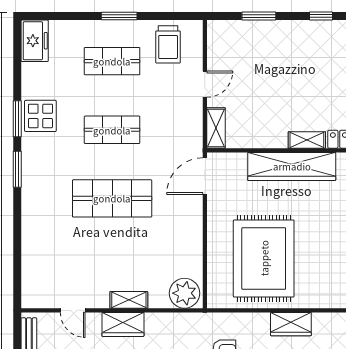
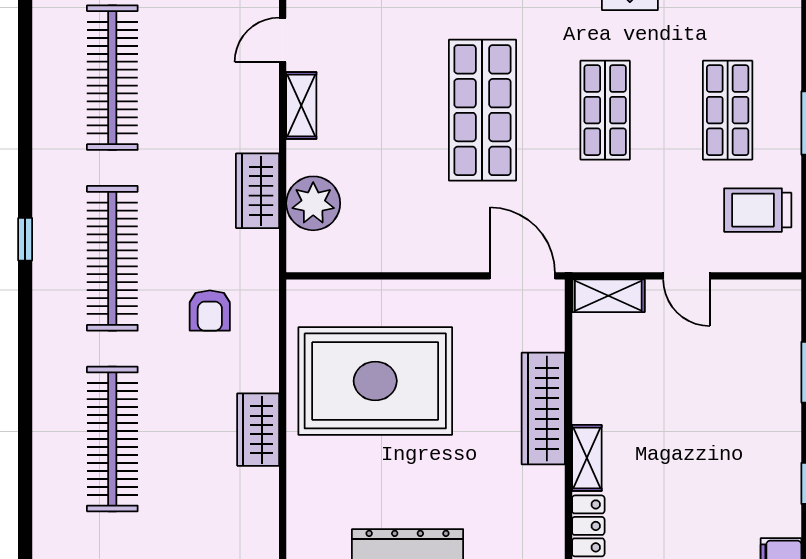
wardrobe: (292, 166) -> (543, 409), width x0.71, depth x0.85
plant: (185, 293) -> (313, 203), moved
shelving: (129, 300) -> (301, 105), moved
wardrobe: (123, 324) -> (258, 191), moved

